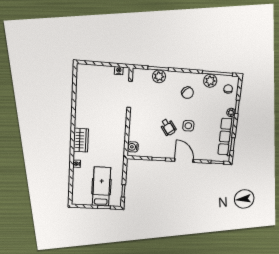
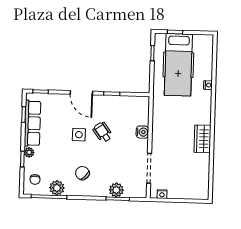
wardrobe: (81, 140) -> (203, 139), moved
water cooler: (133, 147) -> (142, 132), moved
hospital bed: (101, 187) -> (178, 65), width x1.37, depth x1.29

